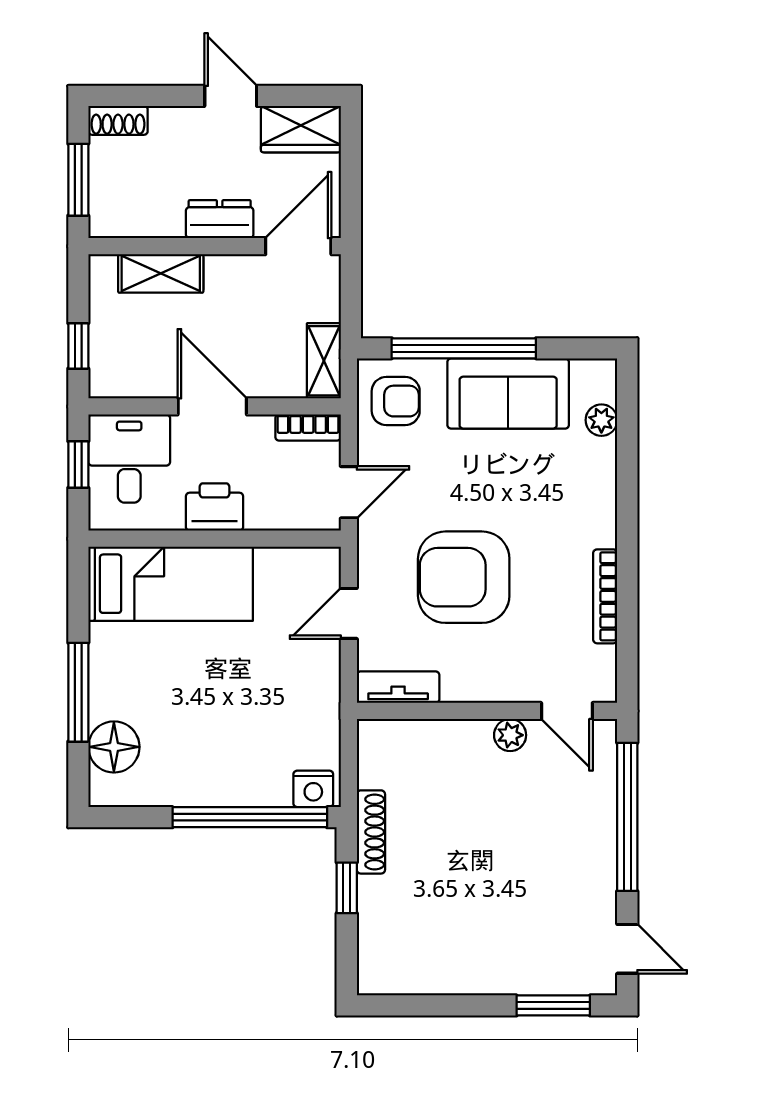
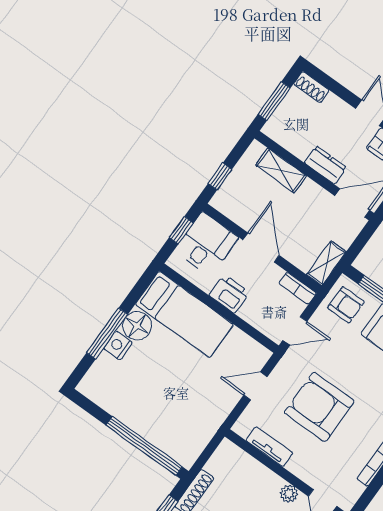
tv unit: (398, 687) -> (269, 447), moved
floor lamp: (114, 747) -> (137, 326), moved
nightstand: (313, 789) -> (118, 345), moved, turned 90

